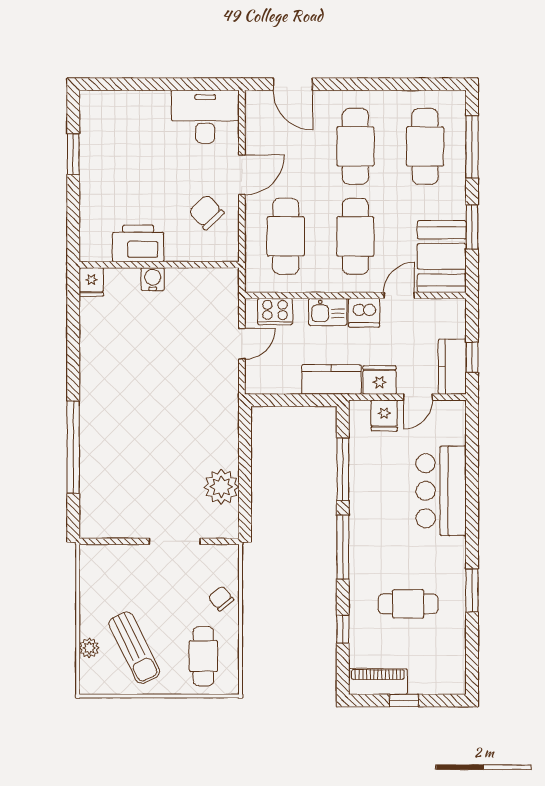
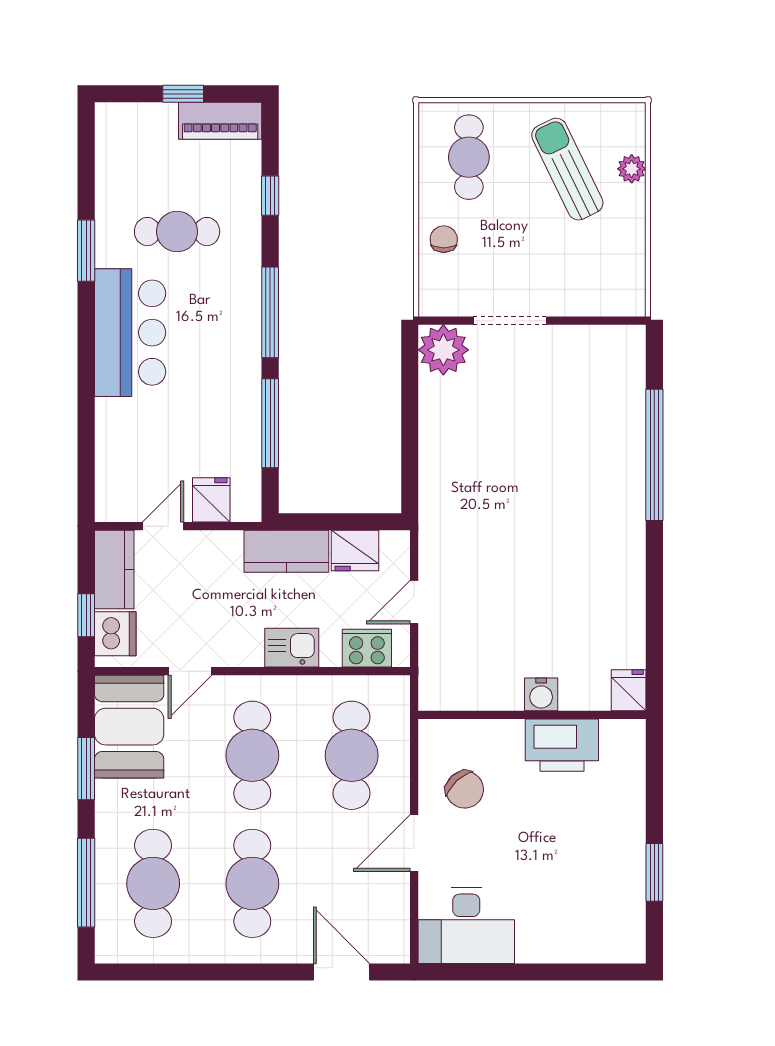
dishwasher: (364, 313) -> (115, 634), moved, turned 90
window: (472, 357) -> (86, 615), moved
fridge: (380, 380) -> (355, 551), moved
plant: (221, 487) -> (443, 350), moved
bar counter: (441, 491) -> (130, 333), moved
chair: (221, 598) -> (444, 239), turned -141

